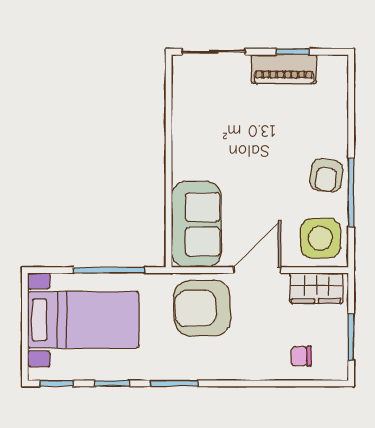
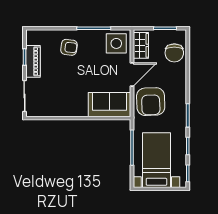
armchair: (326, 175) -> (69, 47), moved
door: (257, 270) -> (132, 75), swing flipped
chair: (301, 356) -> (174, 53), width x1.87, depth x1.87

